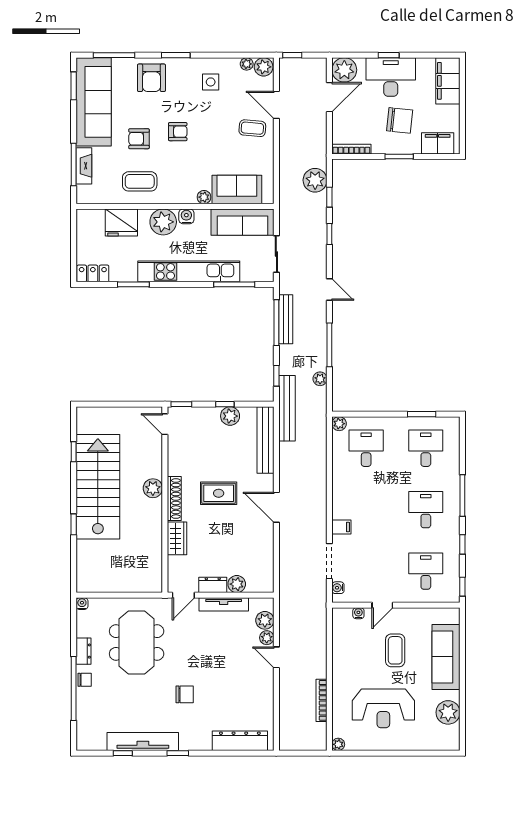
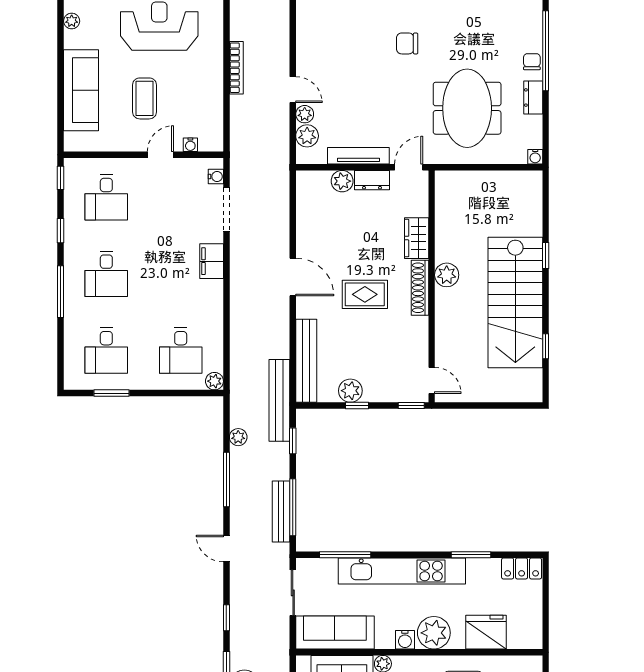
plant: (153, 488) -> (447, 275), moved
filing cabinet: (341, 527) -> (212, 261), width x2.00
chair: (85, 680) -> (532, 62), turned 90
bookcase: (322, 700) -> (236, 68), moved
plant: (448, 712) -> (72, 21), width x0.53, depth x0.53

